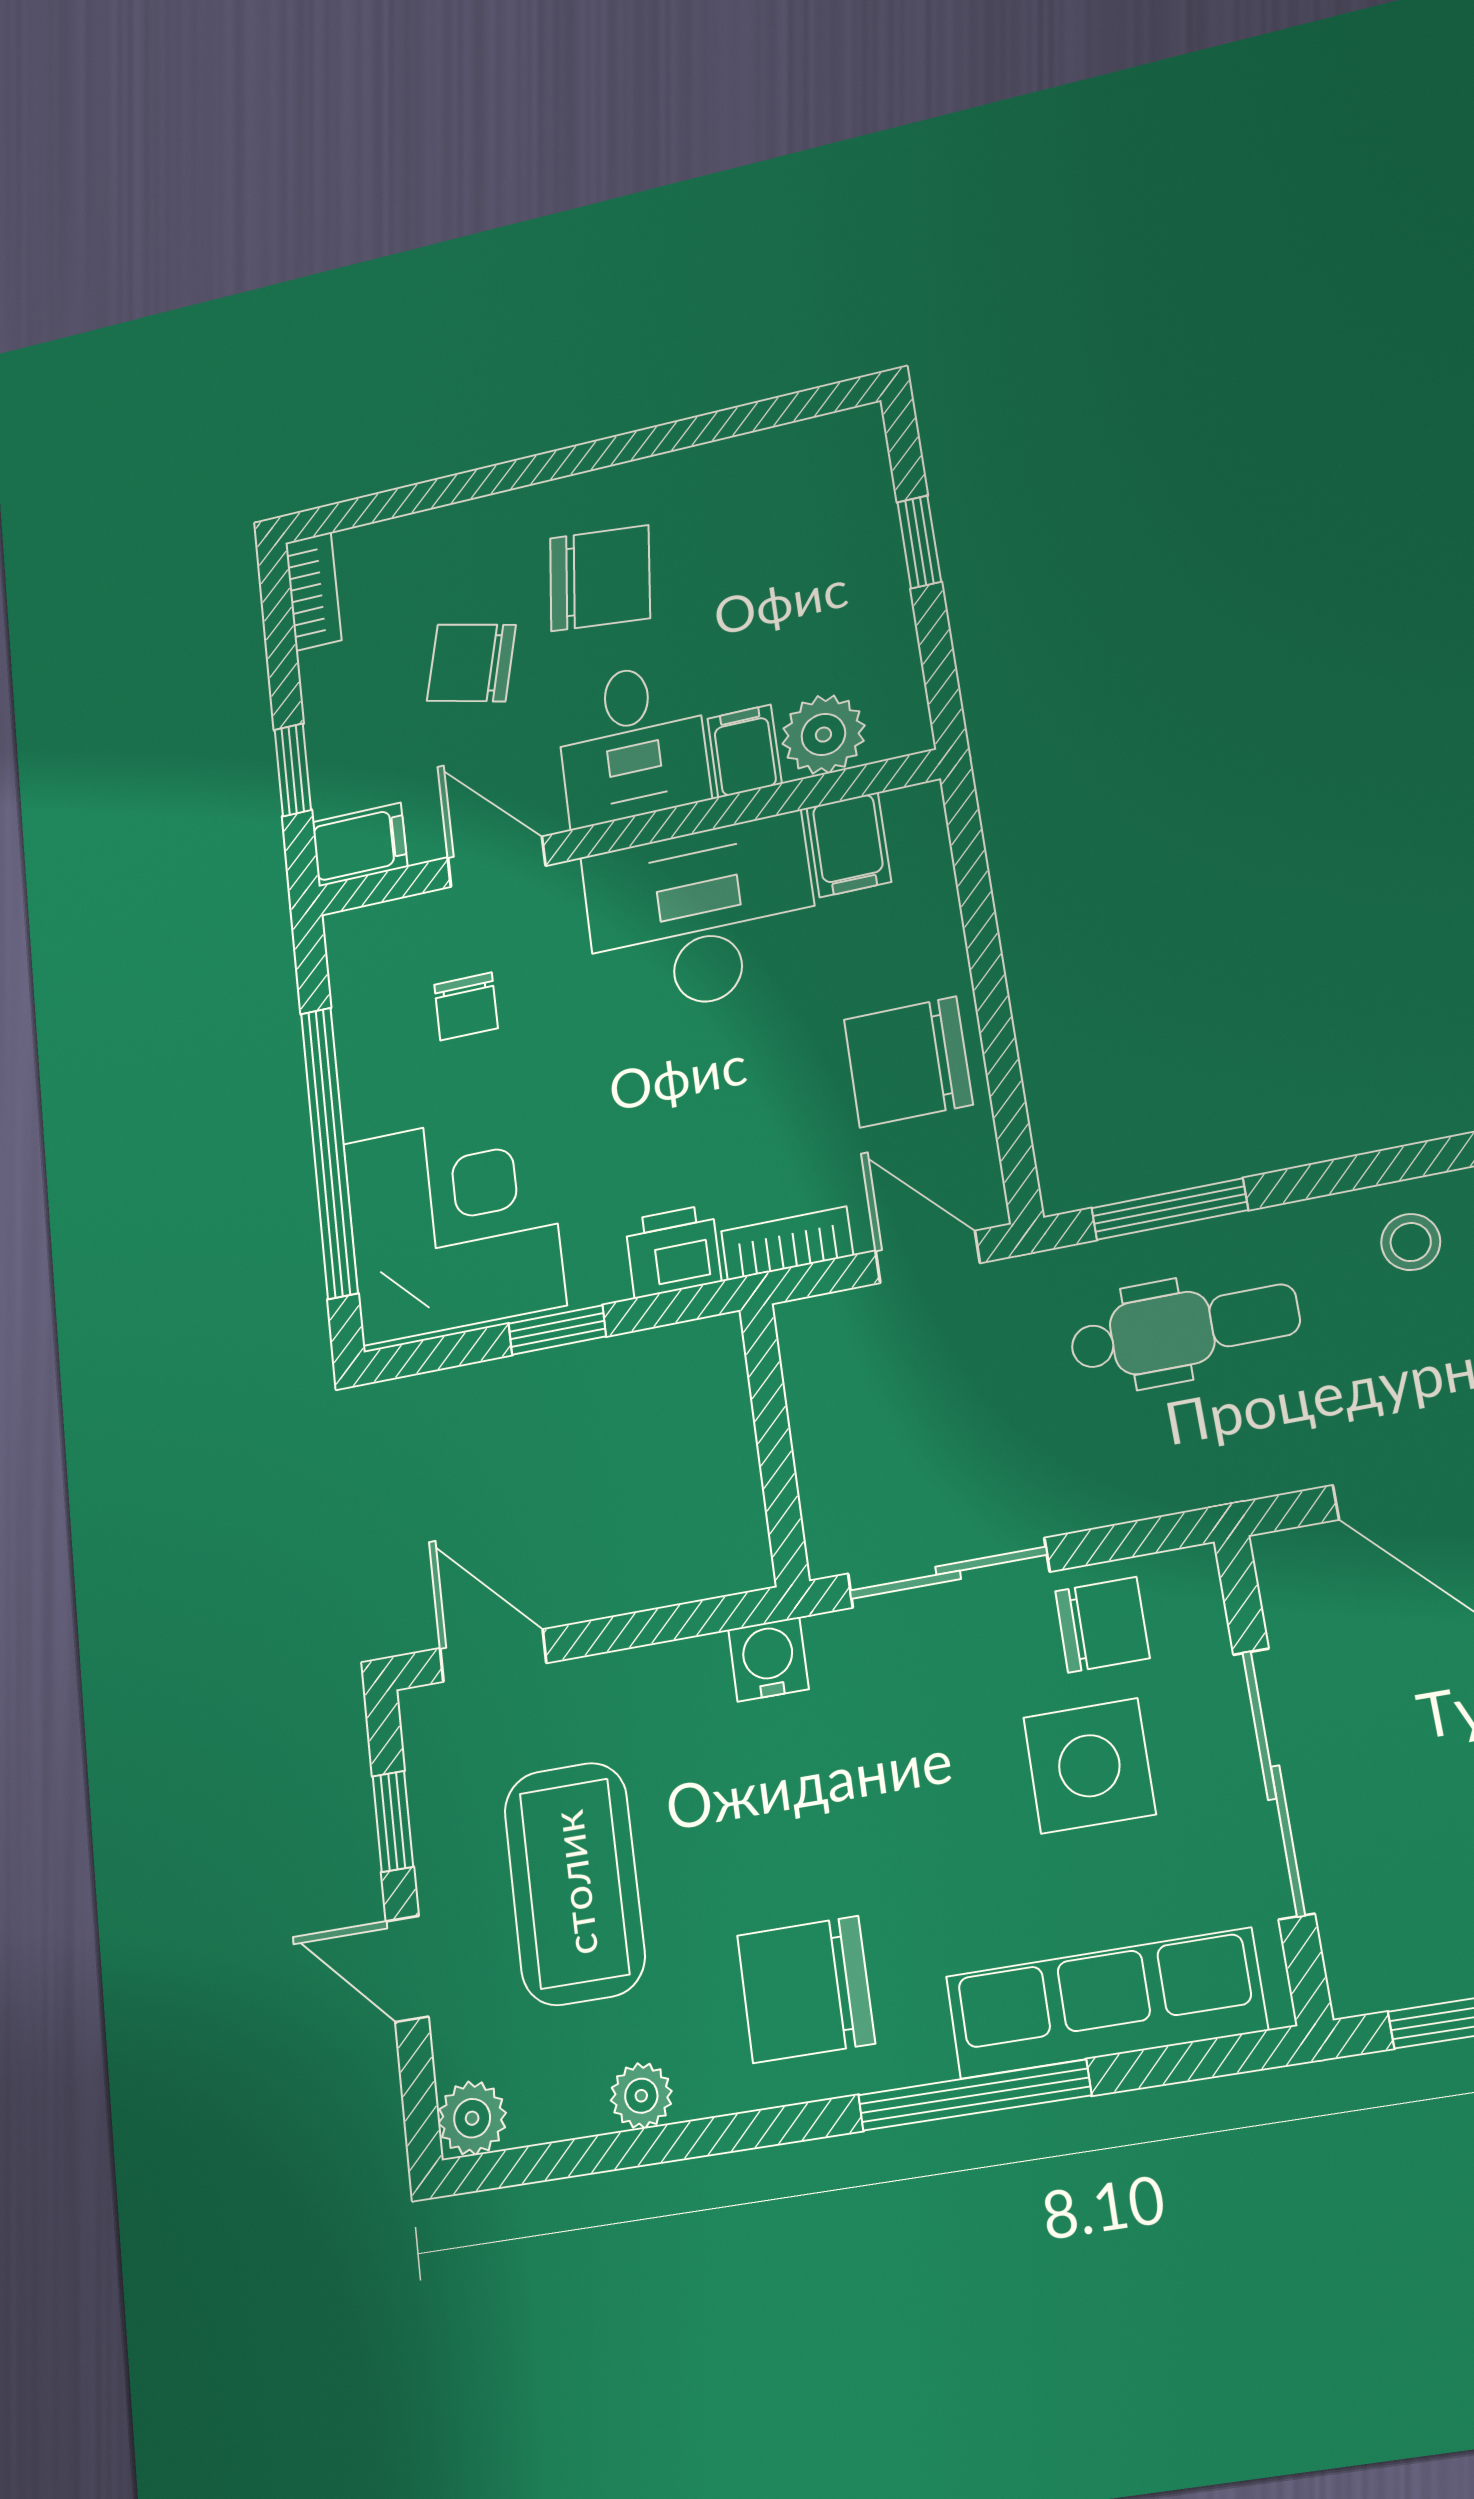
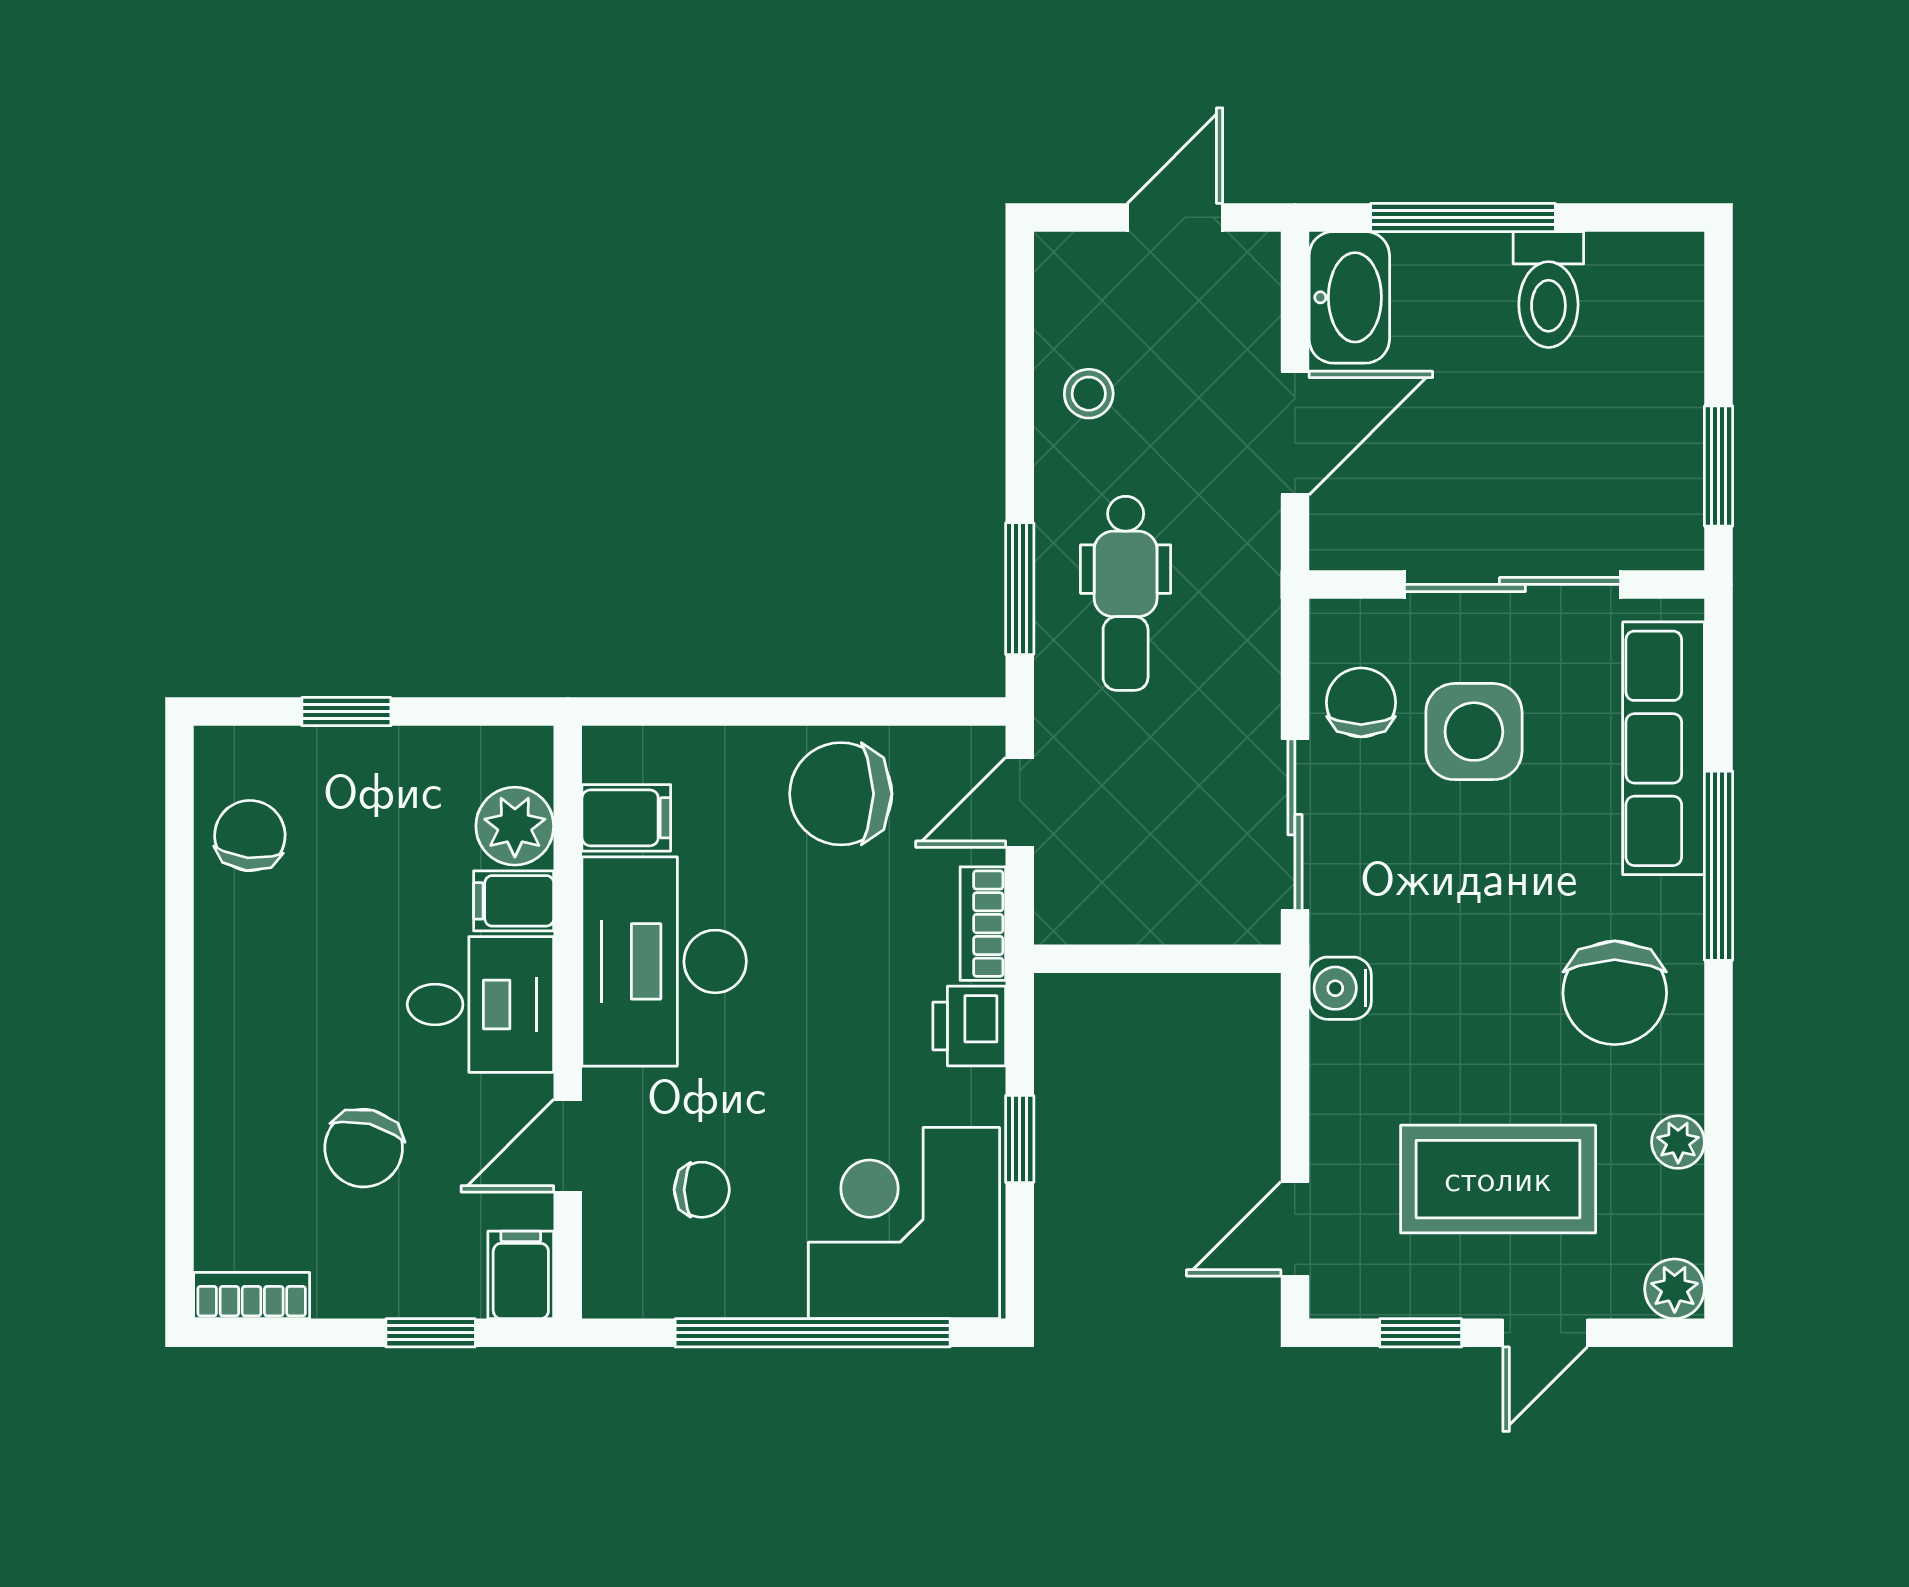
chair: (600, 578) -> (250, 836), moved, width x0.73, depth x0.73
chair: (908, 1062) -> (841, 794), turned 90
dental chair: (1185, 1329) -> (1126, 593), turned 180

